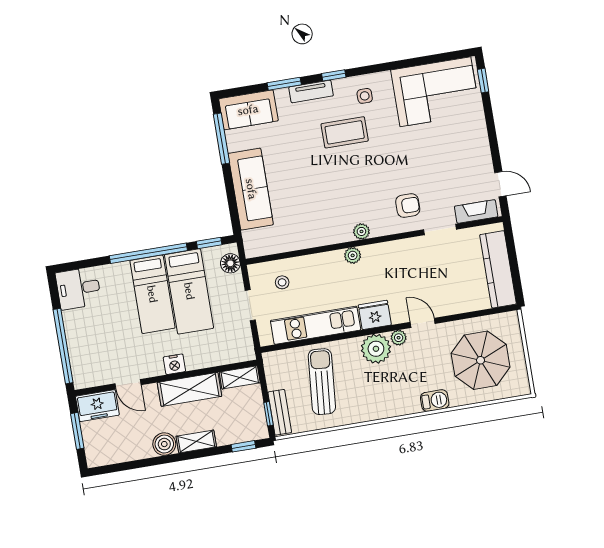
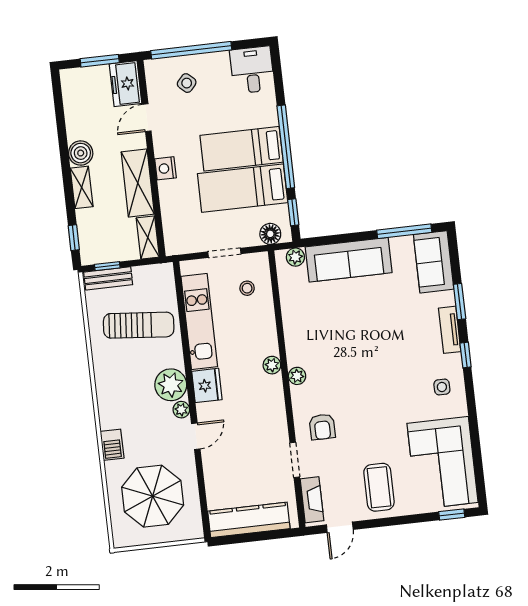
coffee table: (345, 132) -> (379, 487), moved
plant: (251, 239) -> (295, 257), added
side table: (94, 349) -> (187, 83), added

